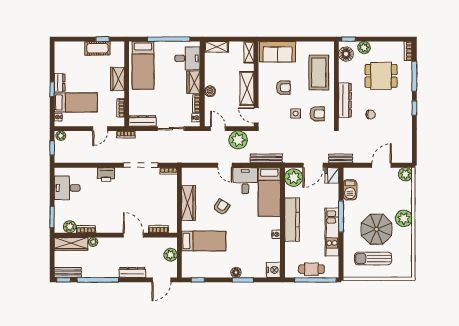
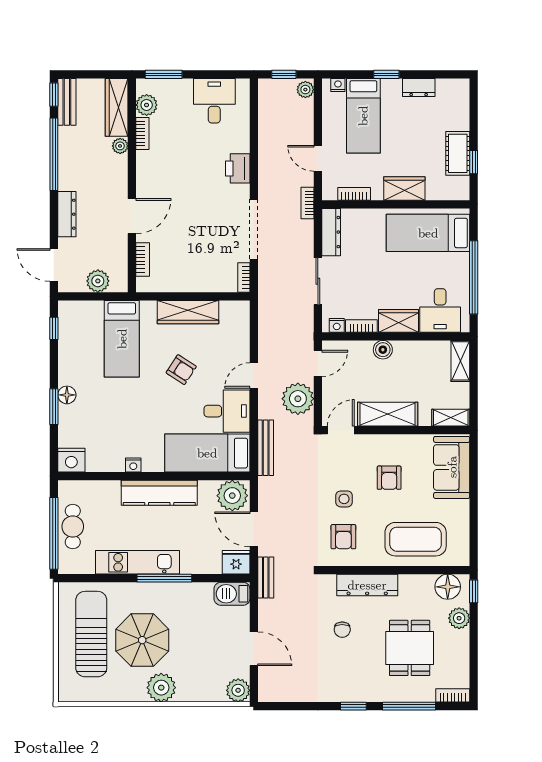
dresser: (60, 83) -> (419, 87), moved
barbecue: (350, 190) -> (232, 594), moved
sun lounger: (373, 258) -> (91, 634), width x1.36, depth x1.34

